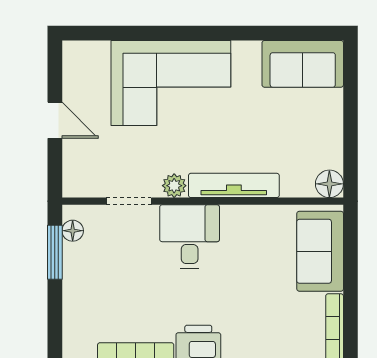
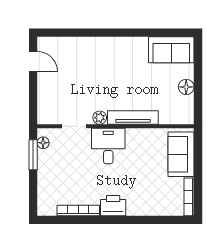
corner sofa: (171, 83) -> (98, 60), removed
door: (55, 120) -> (33, 61), moved
floor lamp: (329, 184) -> (186, 87), moved

